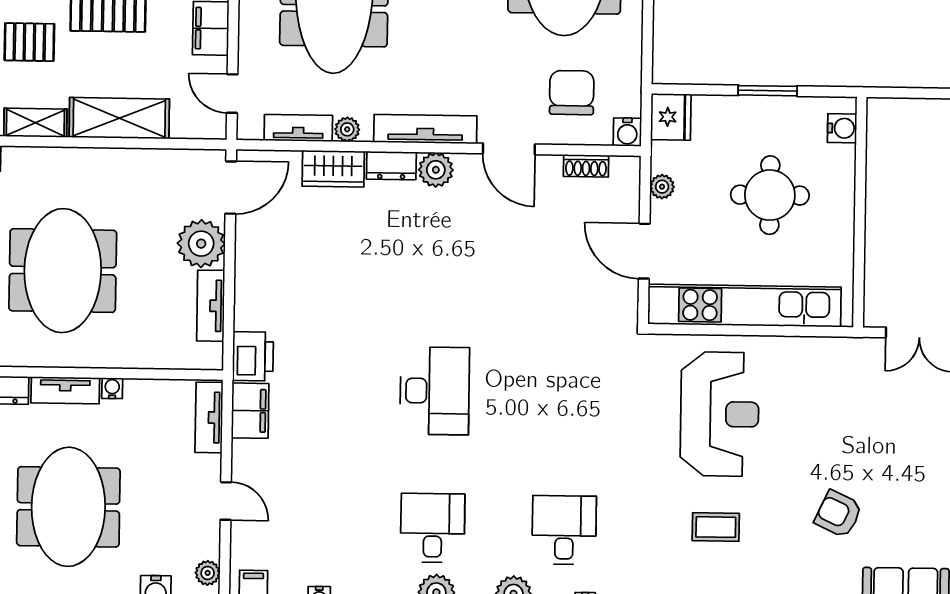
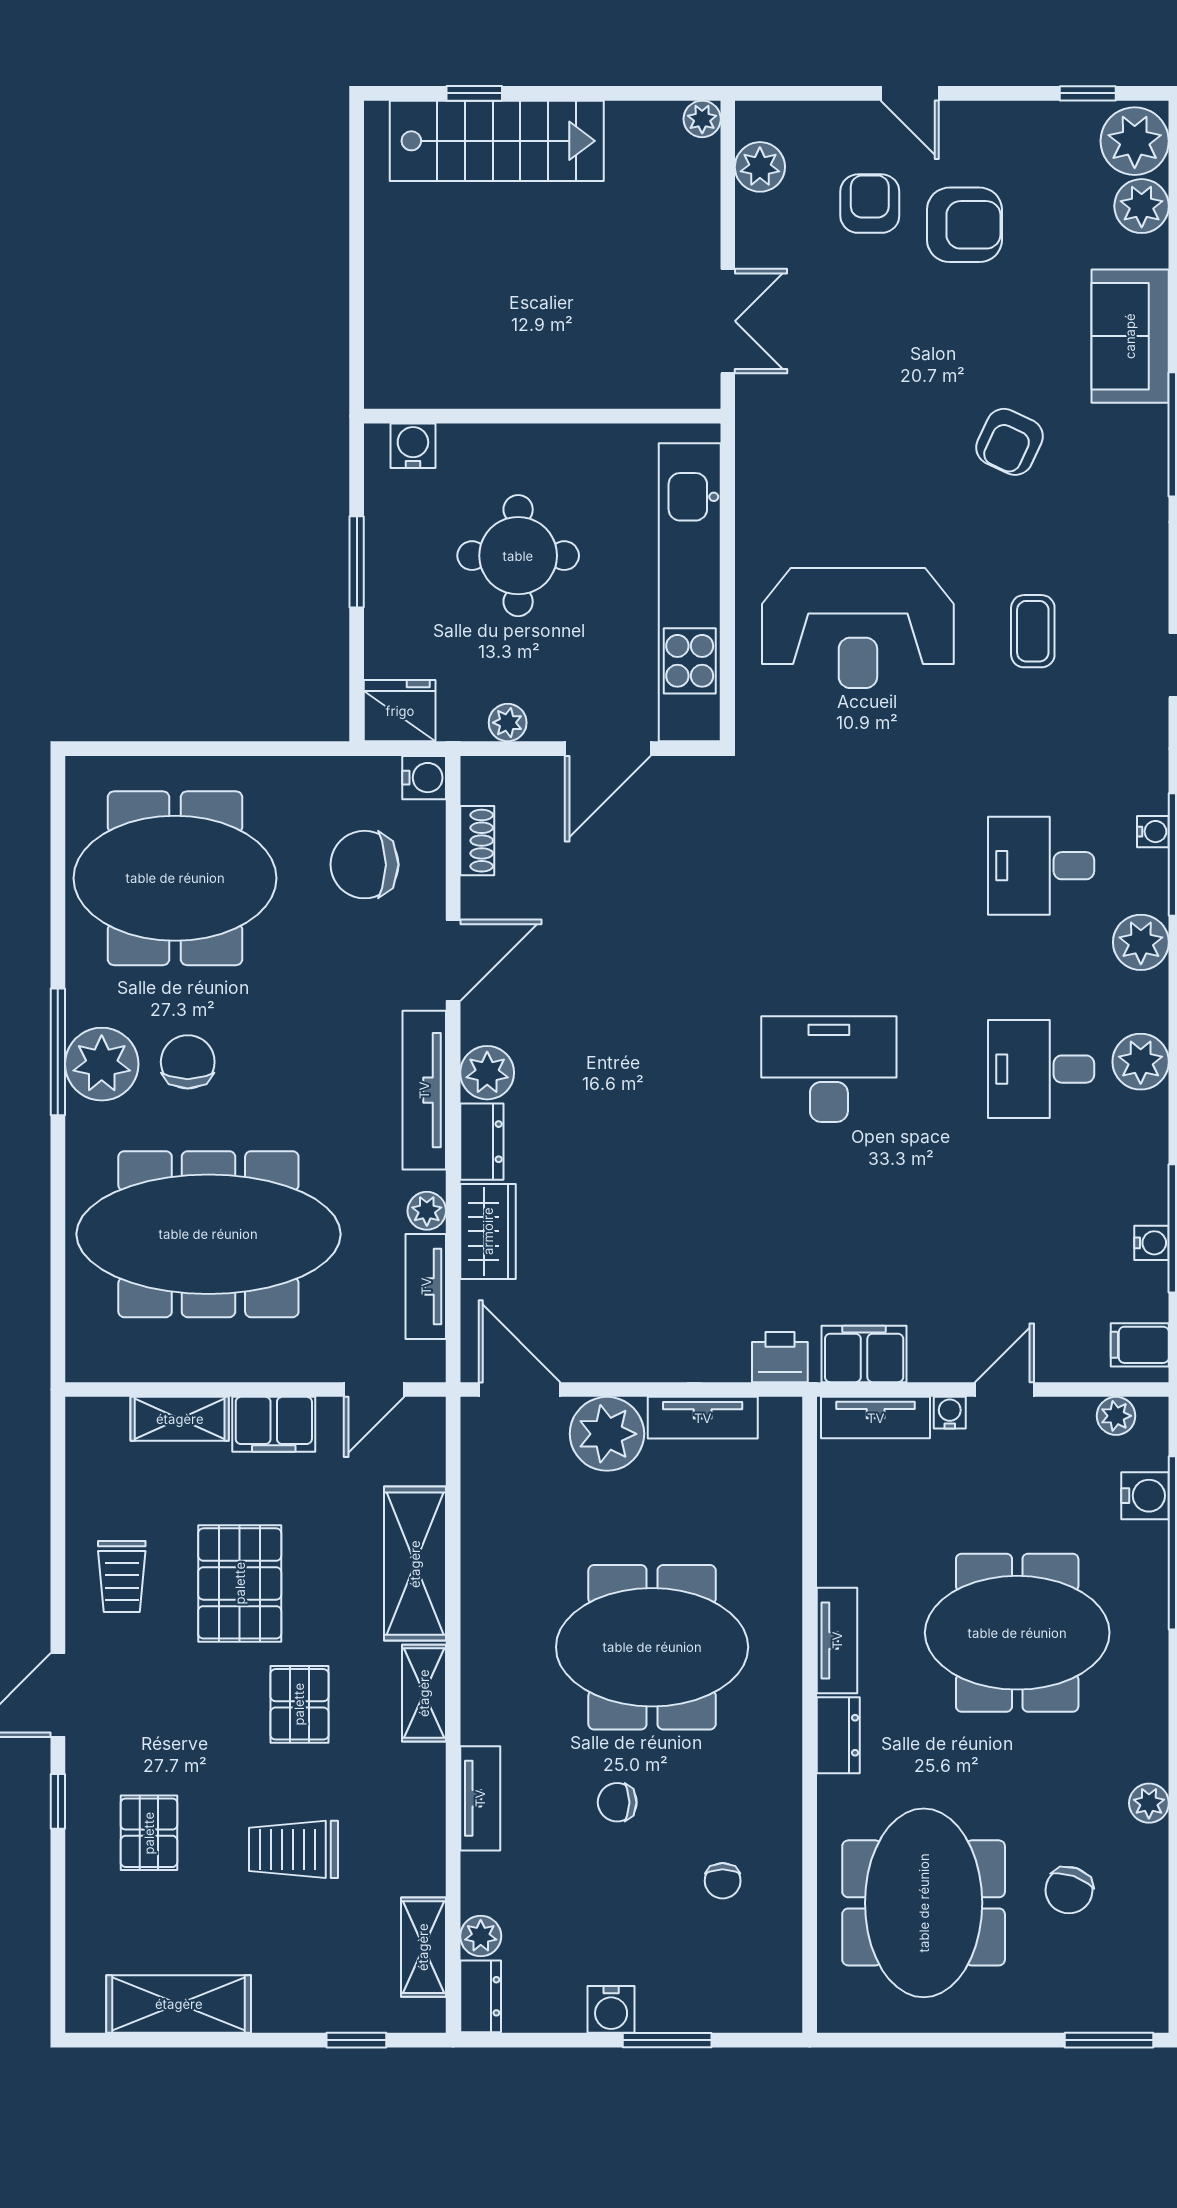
printer: (253, 356) -> (780, 1357), width x0.73, depth x0.81
water cooler: (112, 388) -> (950, 1413), moved, turned 90
reception desk: (720, 414) -> (858, 628), turned 180

